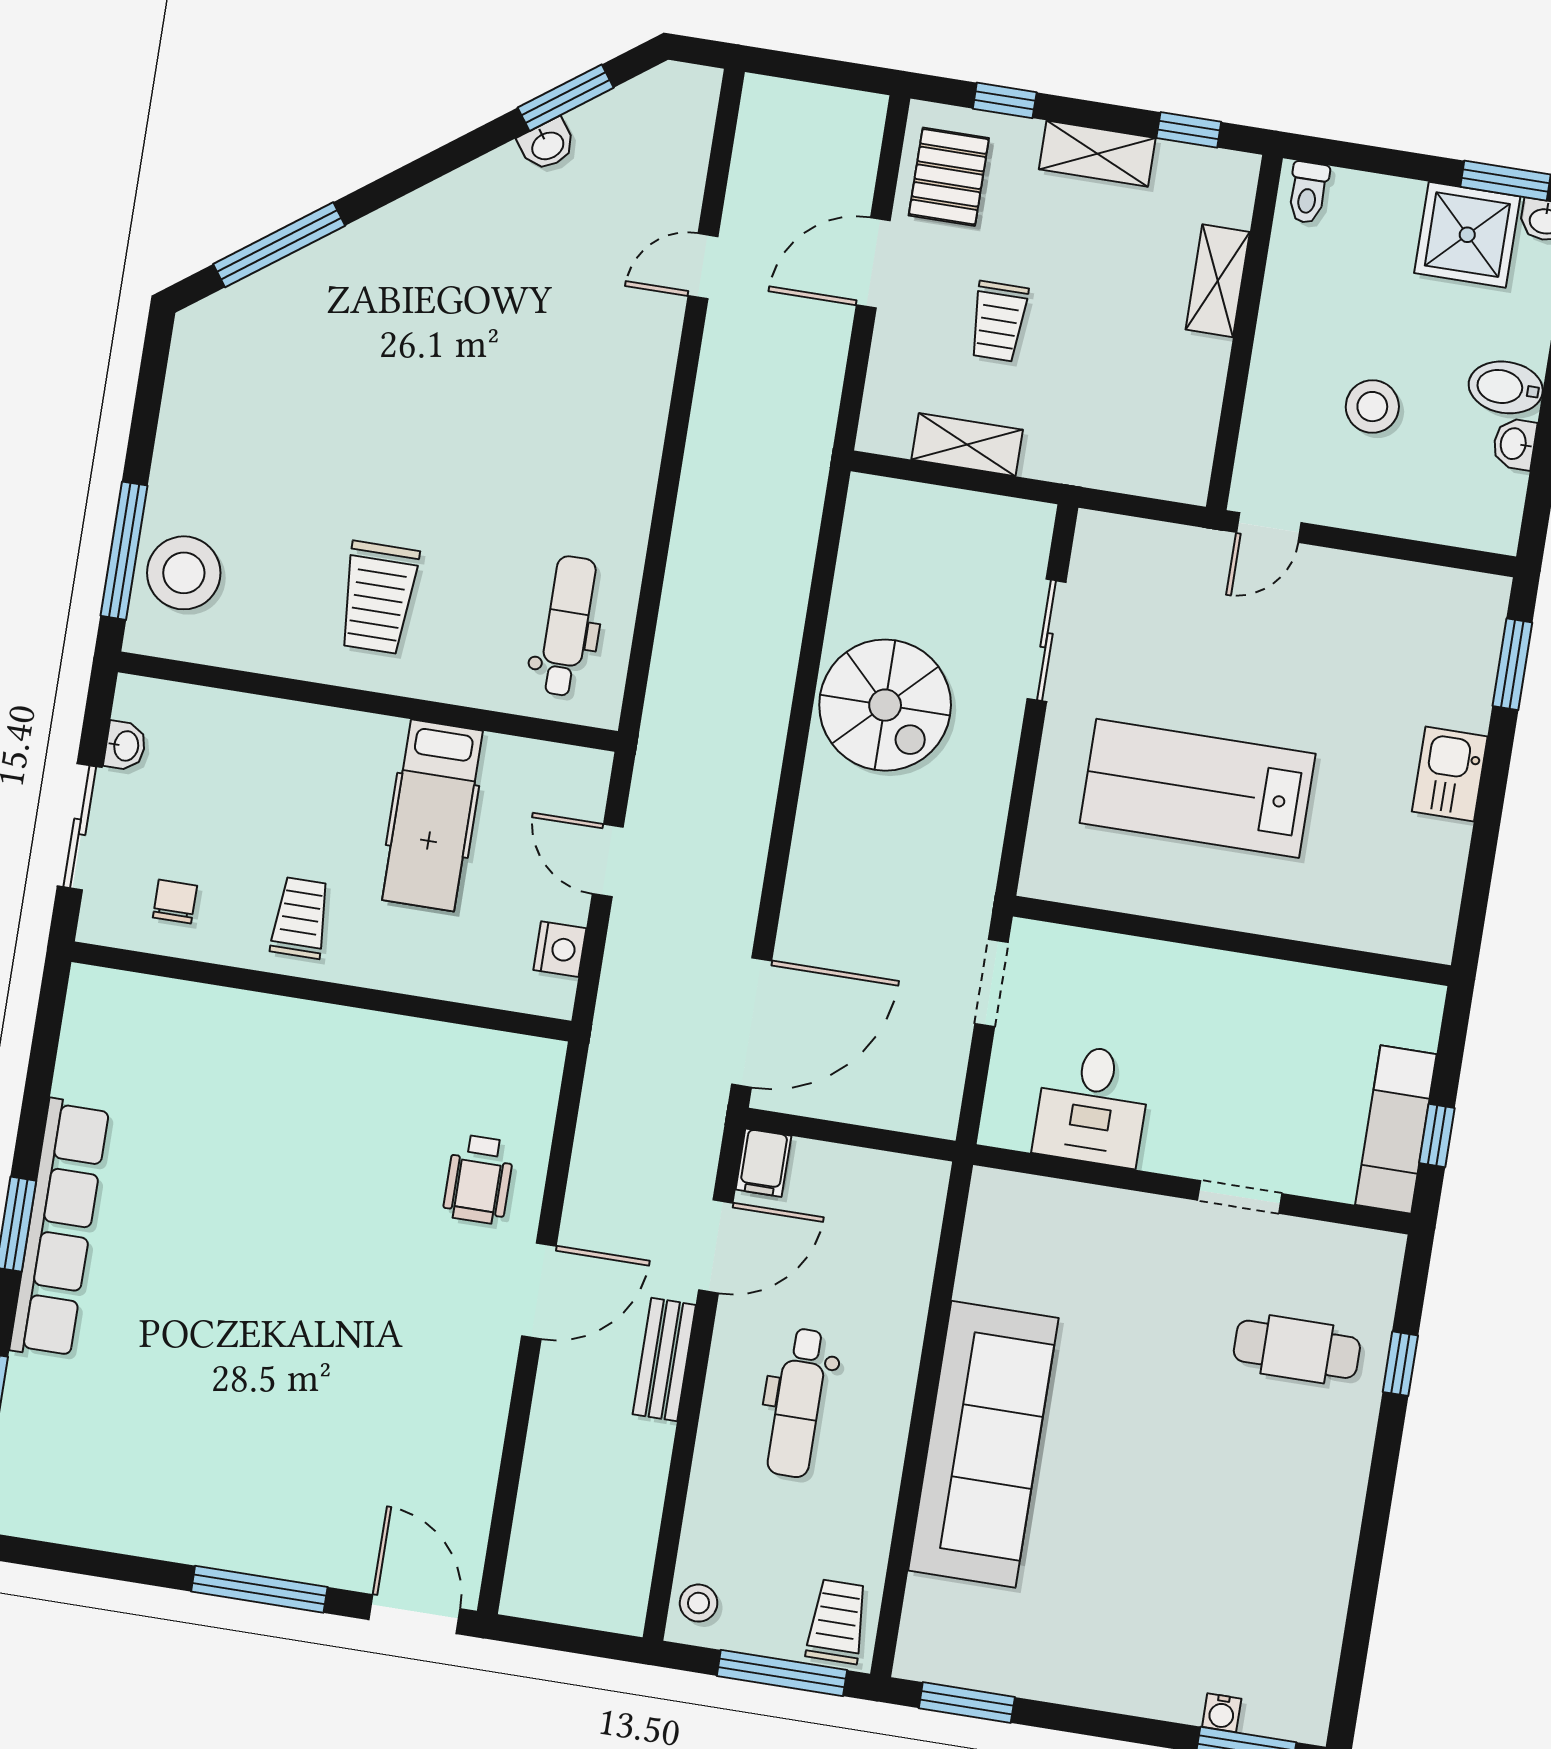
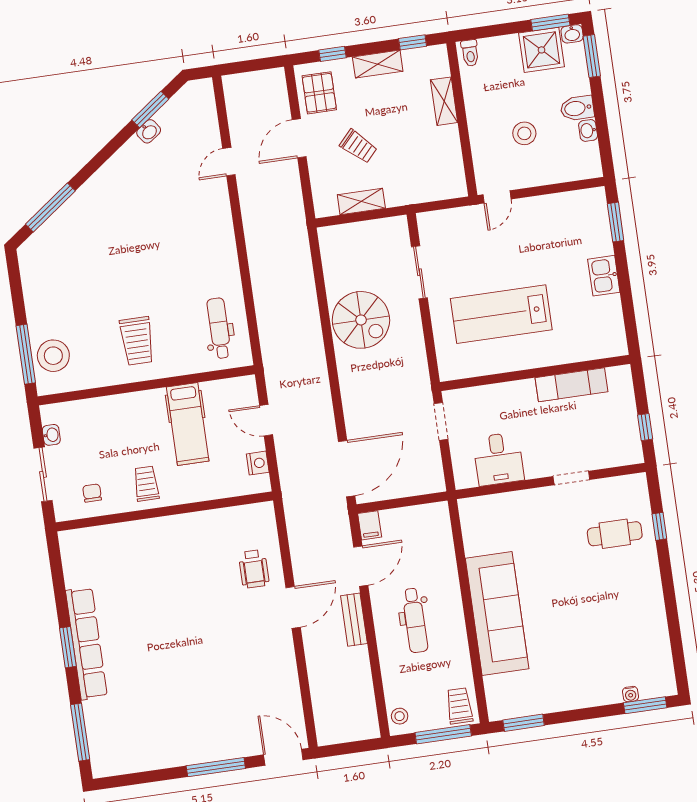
trolley: (998, 321) -> (358, 146), turned -47
exam couch: (1396, 1129) -> (572, 385), moved, turned -90

